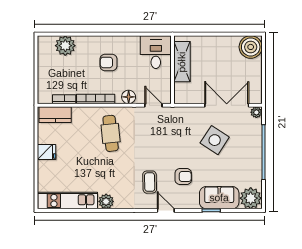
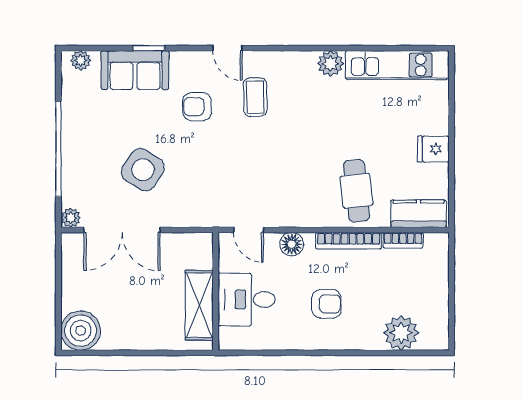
desk: (156, 52) -> (247, 299), moved, turned 90
cafe table: (111, 133) -> (356, 191), moved
plant: (251, 198) -> (81, 60), width x0.53, depth x0.53

